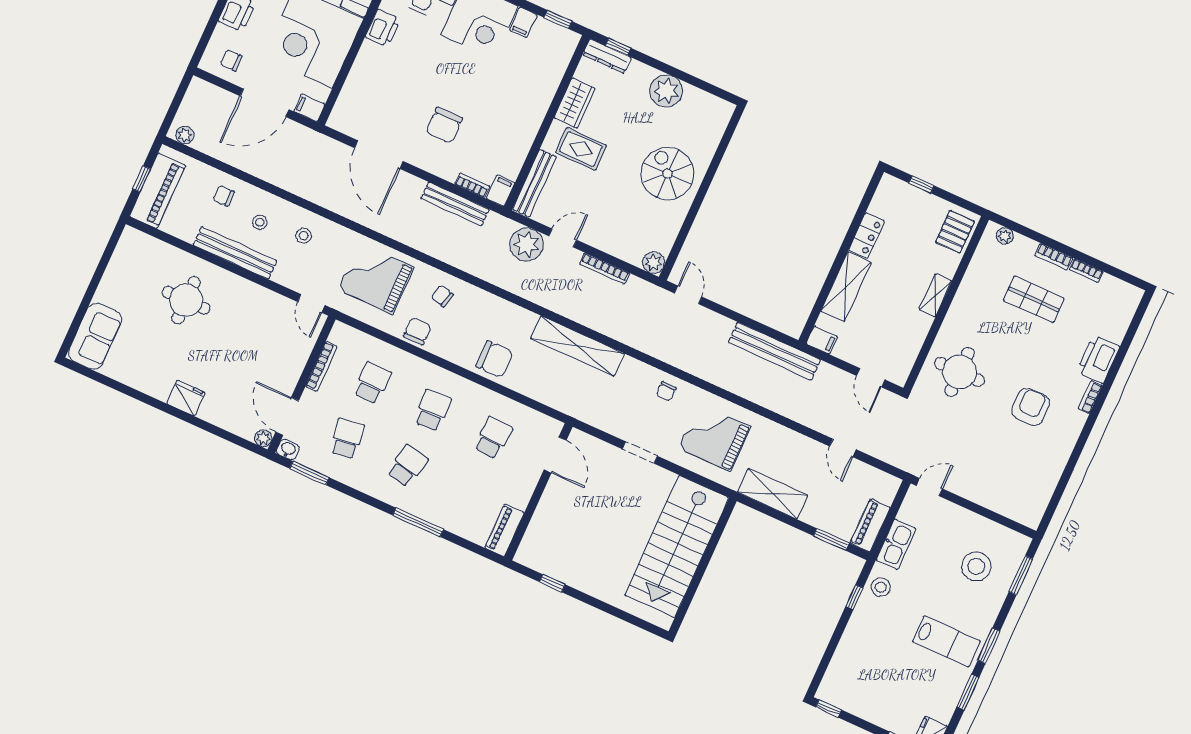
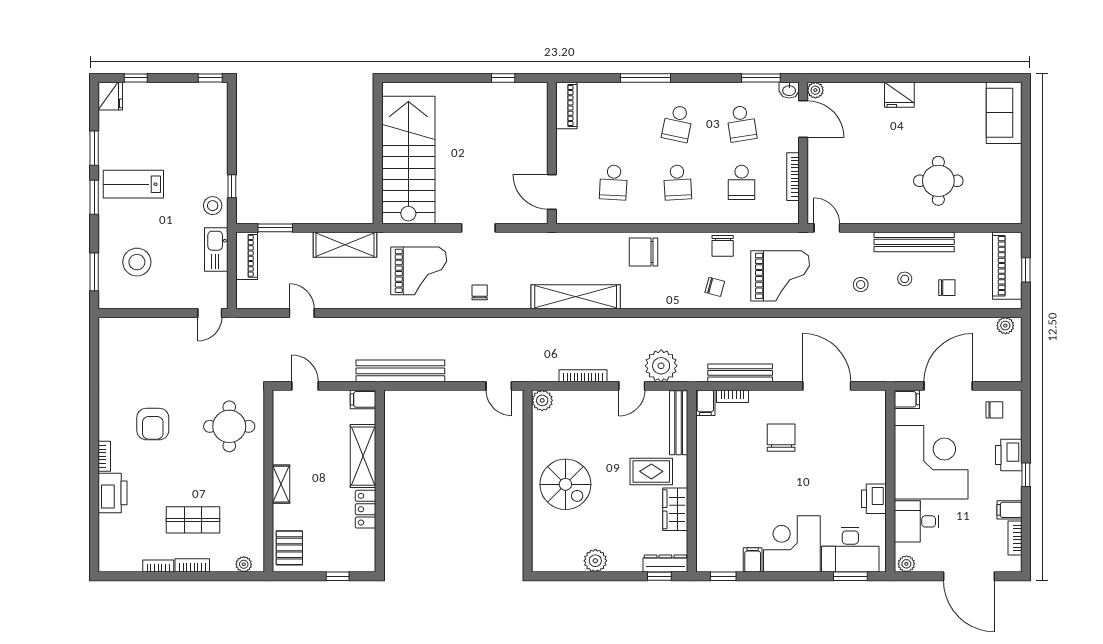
plant: (666, 91) -> (595, 561), width x0.73, depth x0.73

